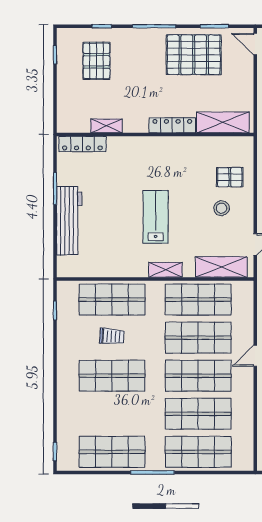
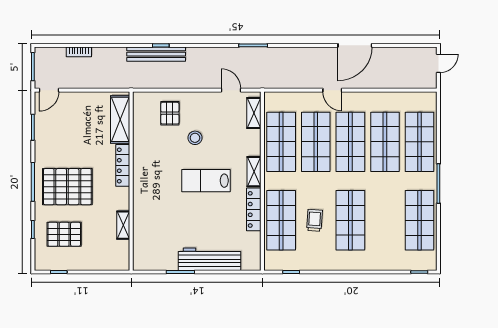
pallet: (194, 55) -> (67, 187), moved, turned 90
locker: (82, 144) -> (254, 209), moved, turned 180
stool: (222, 208) -> (195, 138), moved
shelving: (221, 267) -> (254, 113), width x0.67, depth x0.75

